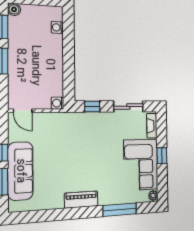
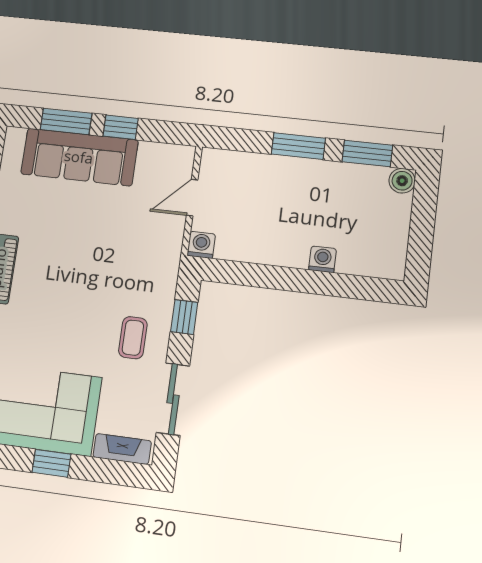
washing machine: (57, 27) -> (323, 259), moved
door: (23, 111) -> (192, 198), moved
coffee table: (105, 129) -> (133, 338), added

